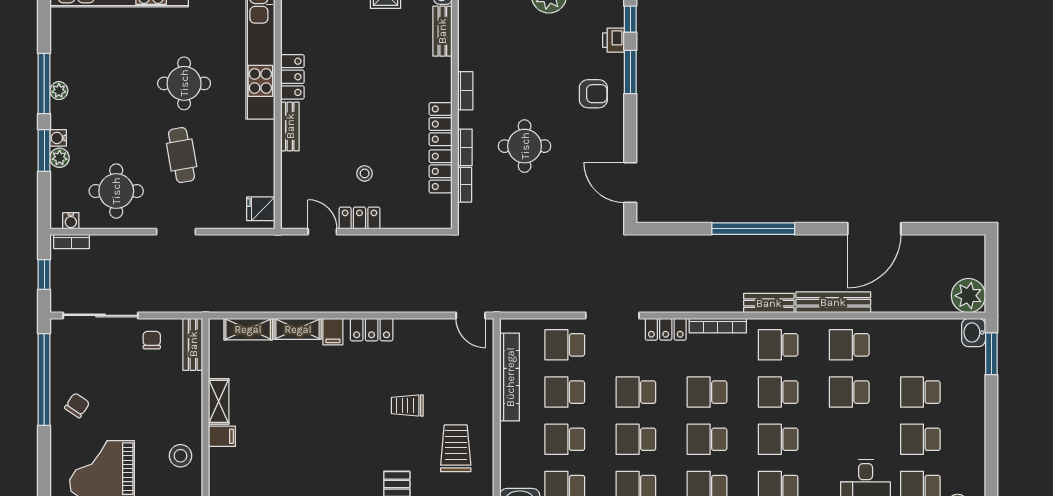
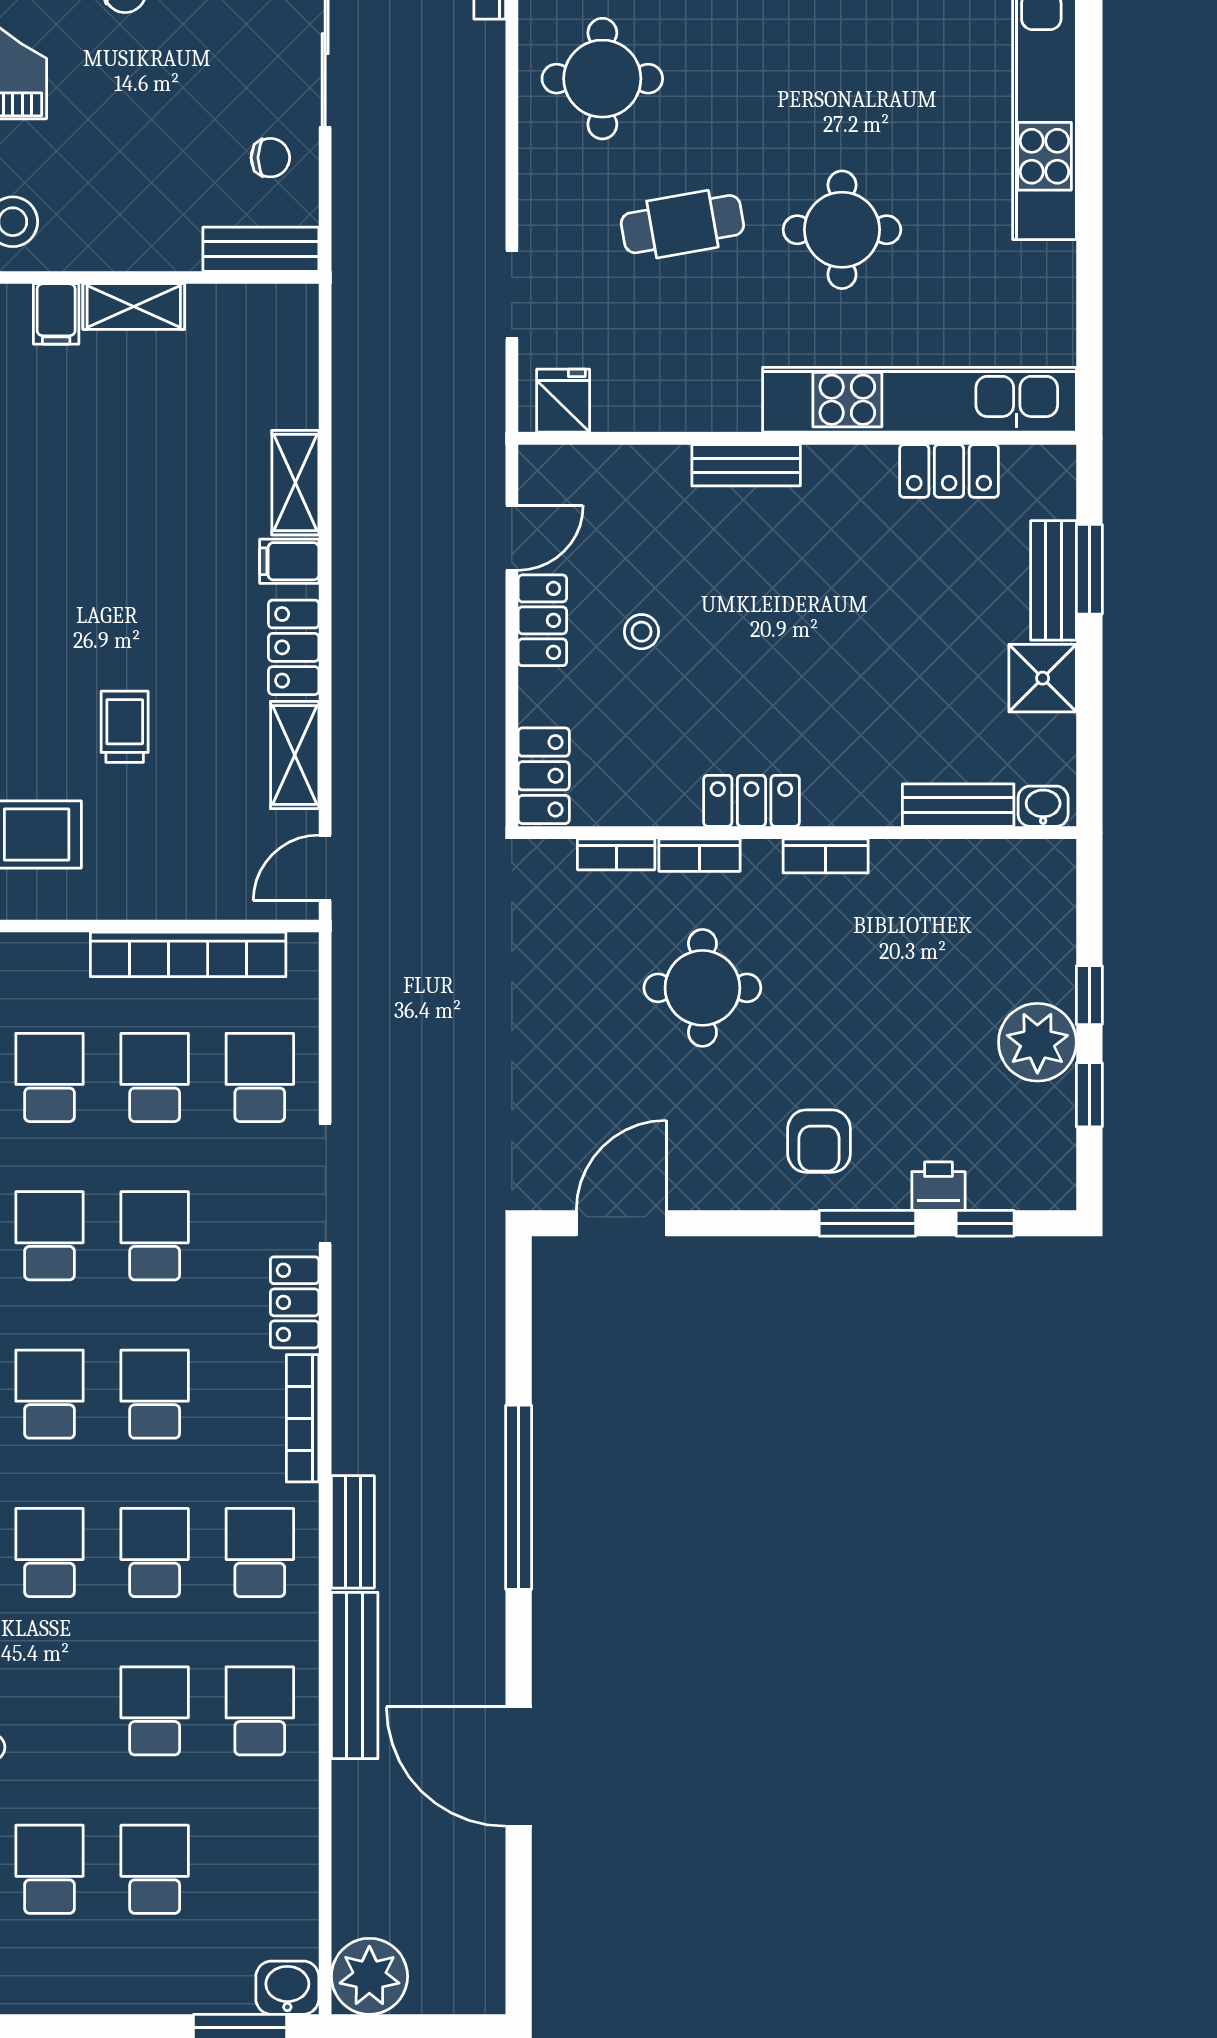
locker: (292, 77) -> (949, 471), moved
locker: (441, 171) -> (544, 776), moved, turned 90
doorway: (176, 232) -> (512, 295), moved
shelving: (248, 329) -> (295, 755), moved

